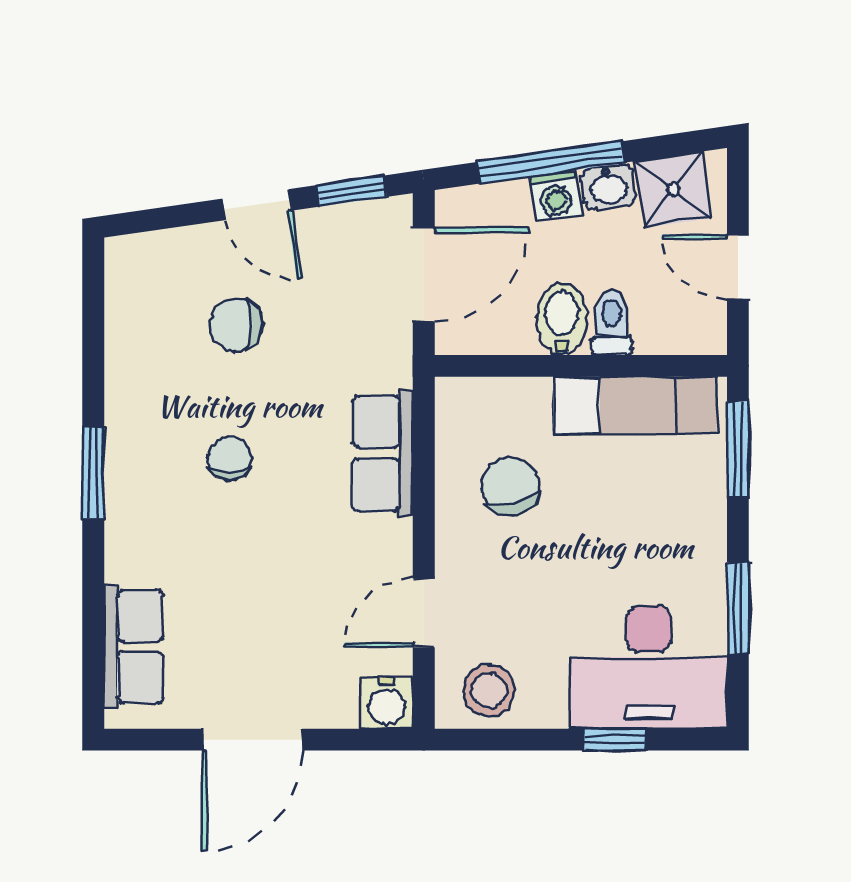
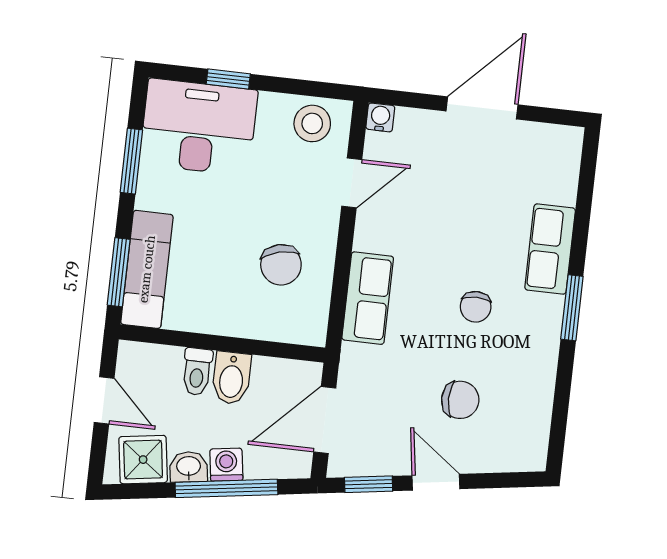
exam couch: (635, 405) -> (147, 269), moved, turned 90
row of seats: (134, 647) -> (550, 249), moved
water cooler: (387, 703) -> (380, 117), width x0.72, depth x0.72

